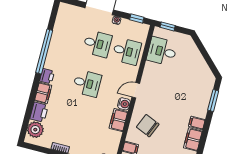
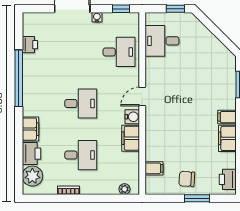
window: (168, 26) -> (175, 9), moved
desk: (97, 44) -> (81, 155), moved
printer: (47, 76) -> (30, 45), moved
chair: (148, 126) -> (168, 136), removed

